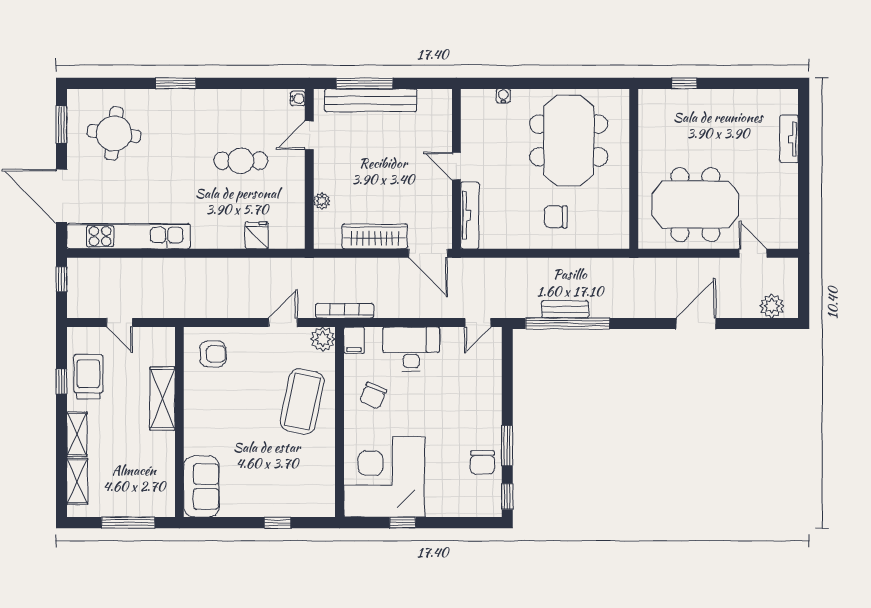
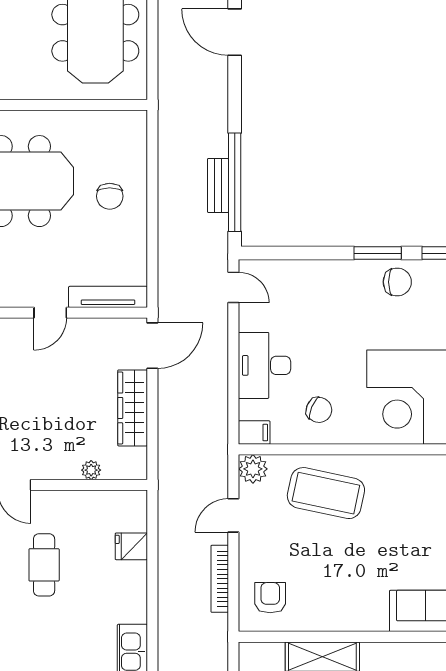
bookcase: (345, 311) -> (220, 579), moved
door: (283, 322) -> (233, 515), hinge flipped

